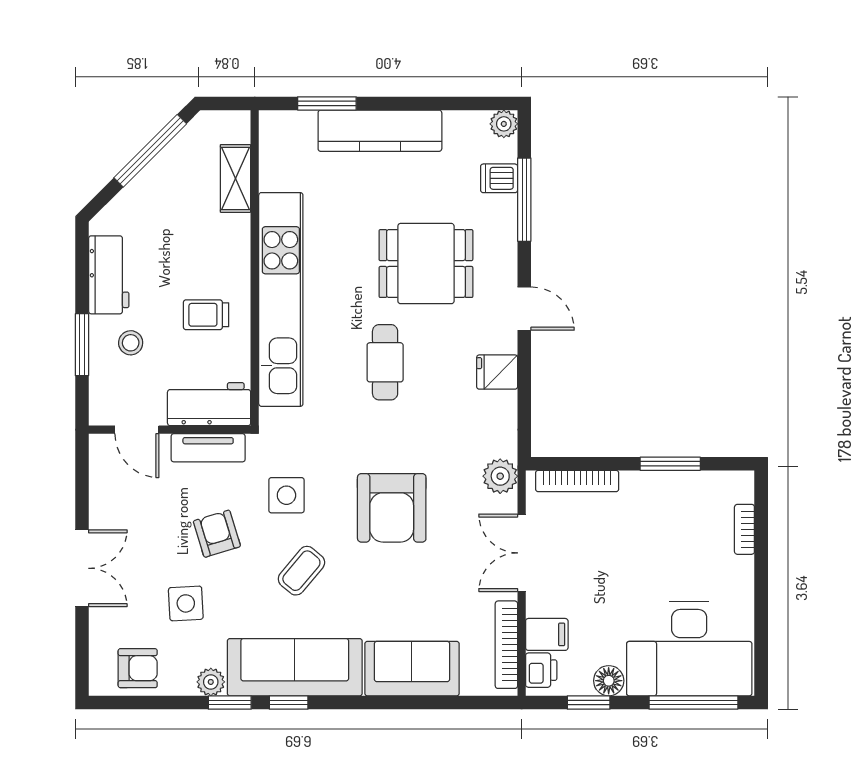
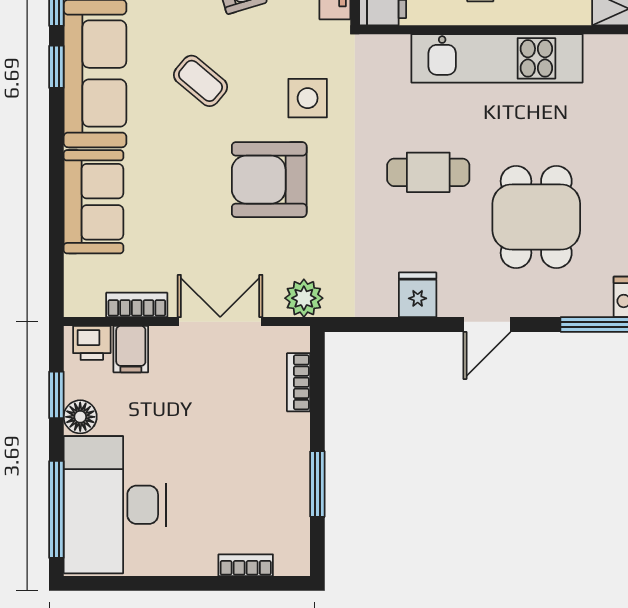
kitchen unit: (281, 299) -> (497, 58), width x0.73
bookcase: (577, 481) -> (299, 382), width x0.64
side table: (286, 495) -> (308, 98), moved
bookcase: (506, 645) -> (137, 305), width x0.64

